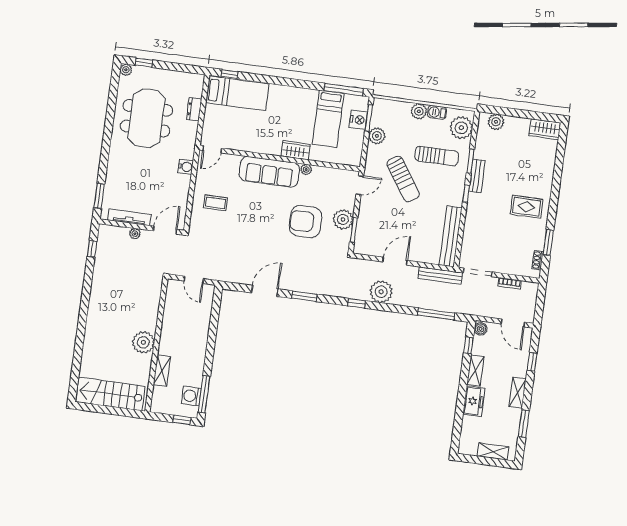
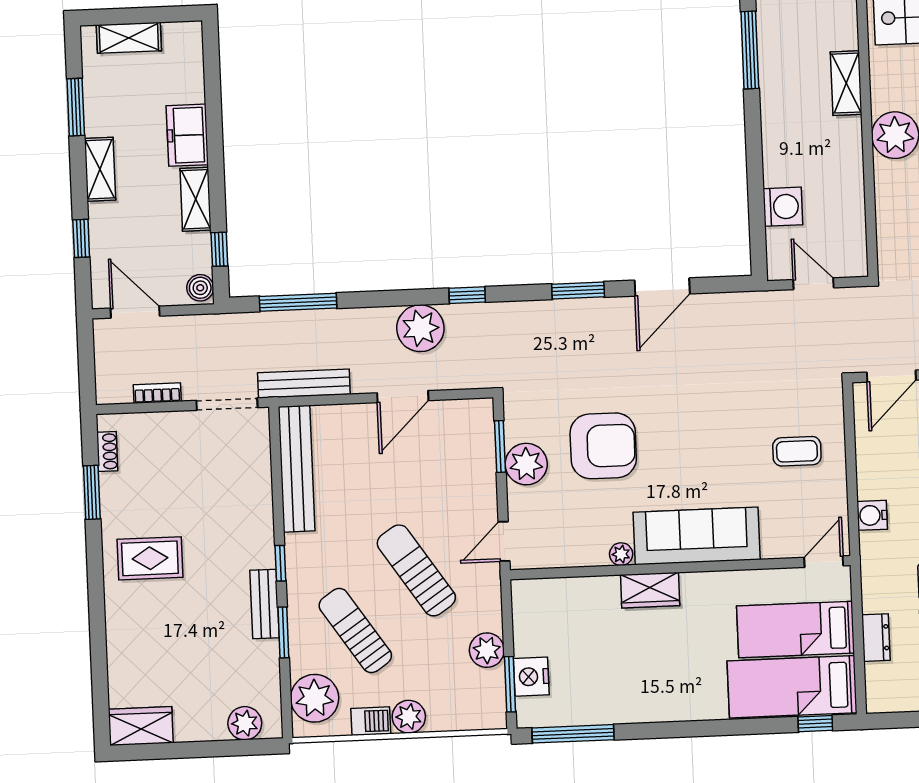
bed: (328, 119) -> (796, 629), moved, turned -90
sun lounger: (437, 156) -> (355, 631), turned 56
washing machine: (191, 396) -> (783, 207), moved

